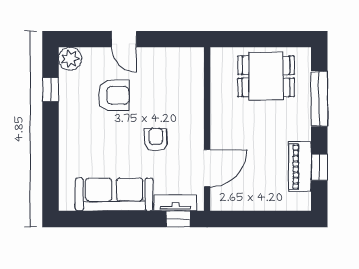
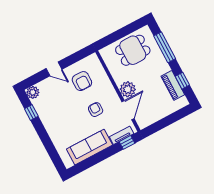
armchair: (114, 95) -> (82, 81), moved, turned 90
plant: (224, 135) -> (128, 89), added

